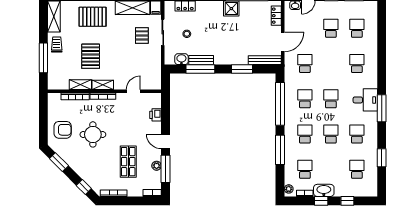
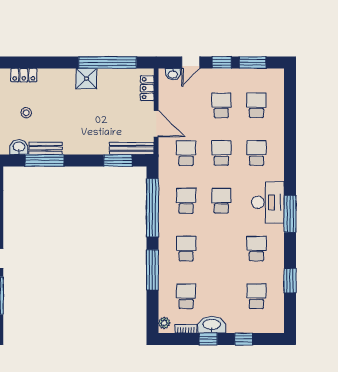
door: (283, 42) -> (156, 124), hinge flipped
window: (242, 69) -> (118, 161), moved
desk: (365, 100) -> (268, 202), width x1.37
school desk: (331, 134) -> (221, 153), moved

